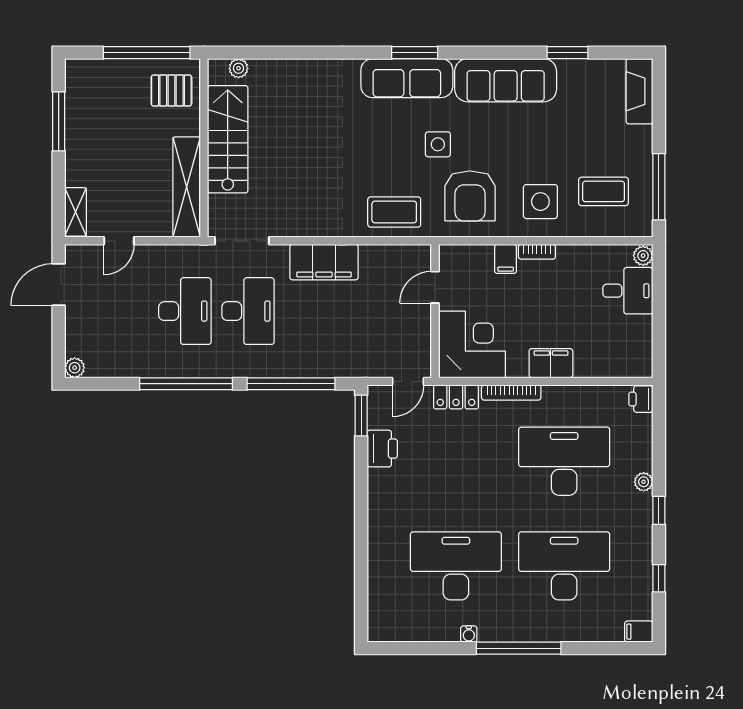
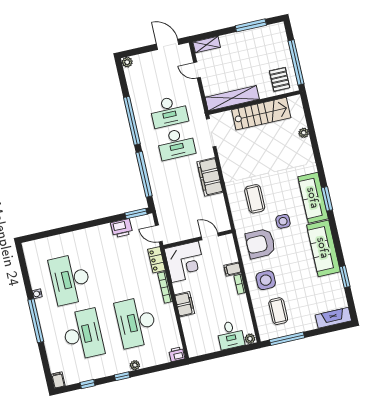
plant: (238, 68) -> (304, 133), moved
coffee table: (394, 212) -> (255, 199), moved
desk: (564, 461) -> (136, 322), turned 180
desk: (456, 566) -> (70, 279), turned 180

